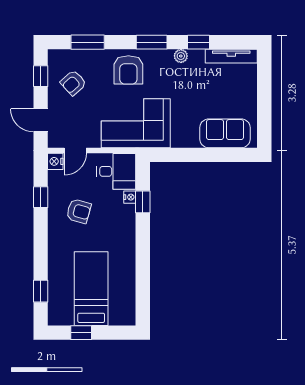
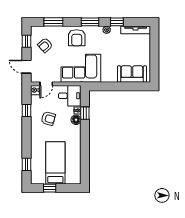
floor lamp: (127, 213) -> (76, 120), added

